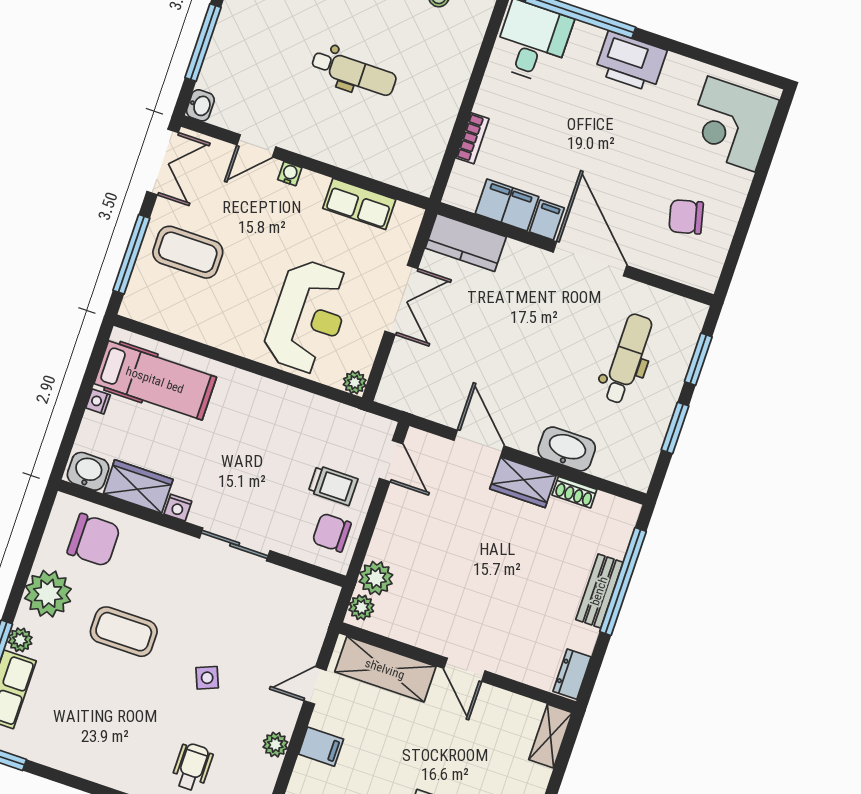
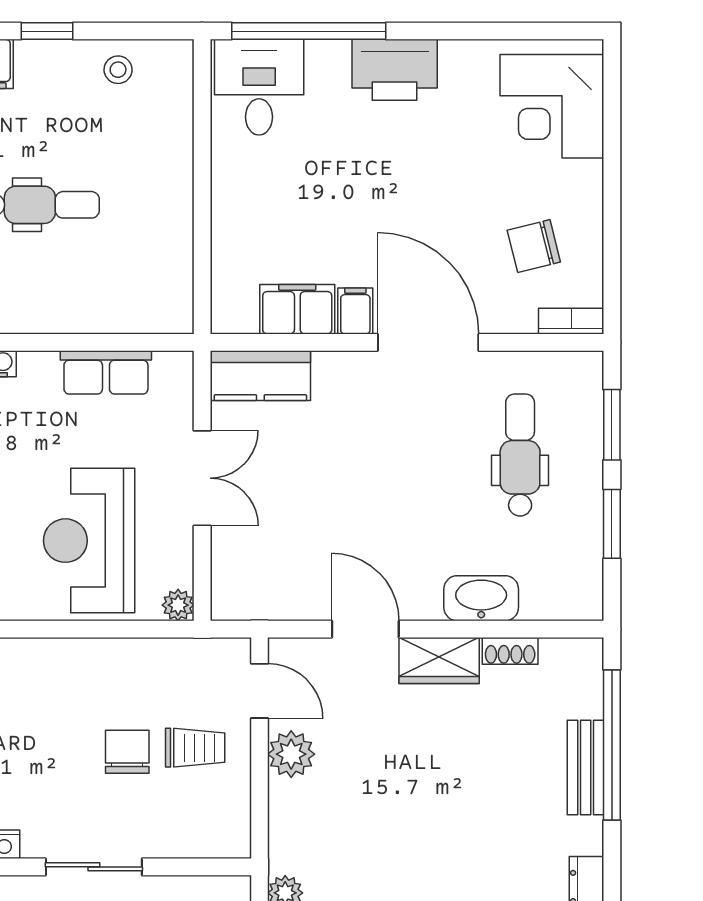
bookcase: (472, 138) -> (571, 321), moved, turned -90
reception desk: (308, 317) -> (89, 541), turned 180
chair: (332, 533) -> (127, 752), moved, turned 90
plant: (376, 578) -> (291, 754), moved

